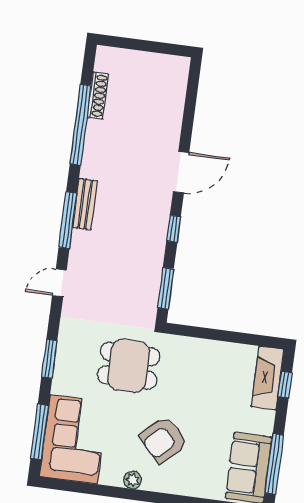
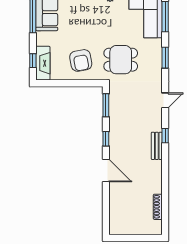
window: (81, 125) -> (165, 189), removed
door: (181, 172) -> (106, 171), swing flipped
window: (68, 220) -> (165, 136), width x0.46
armchair: (163, 439) -> (81, 60), moved, turned 124

